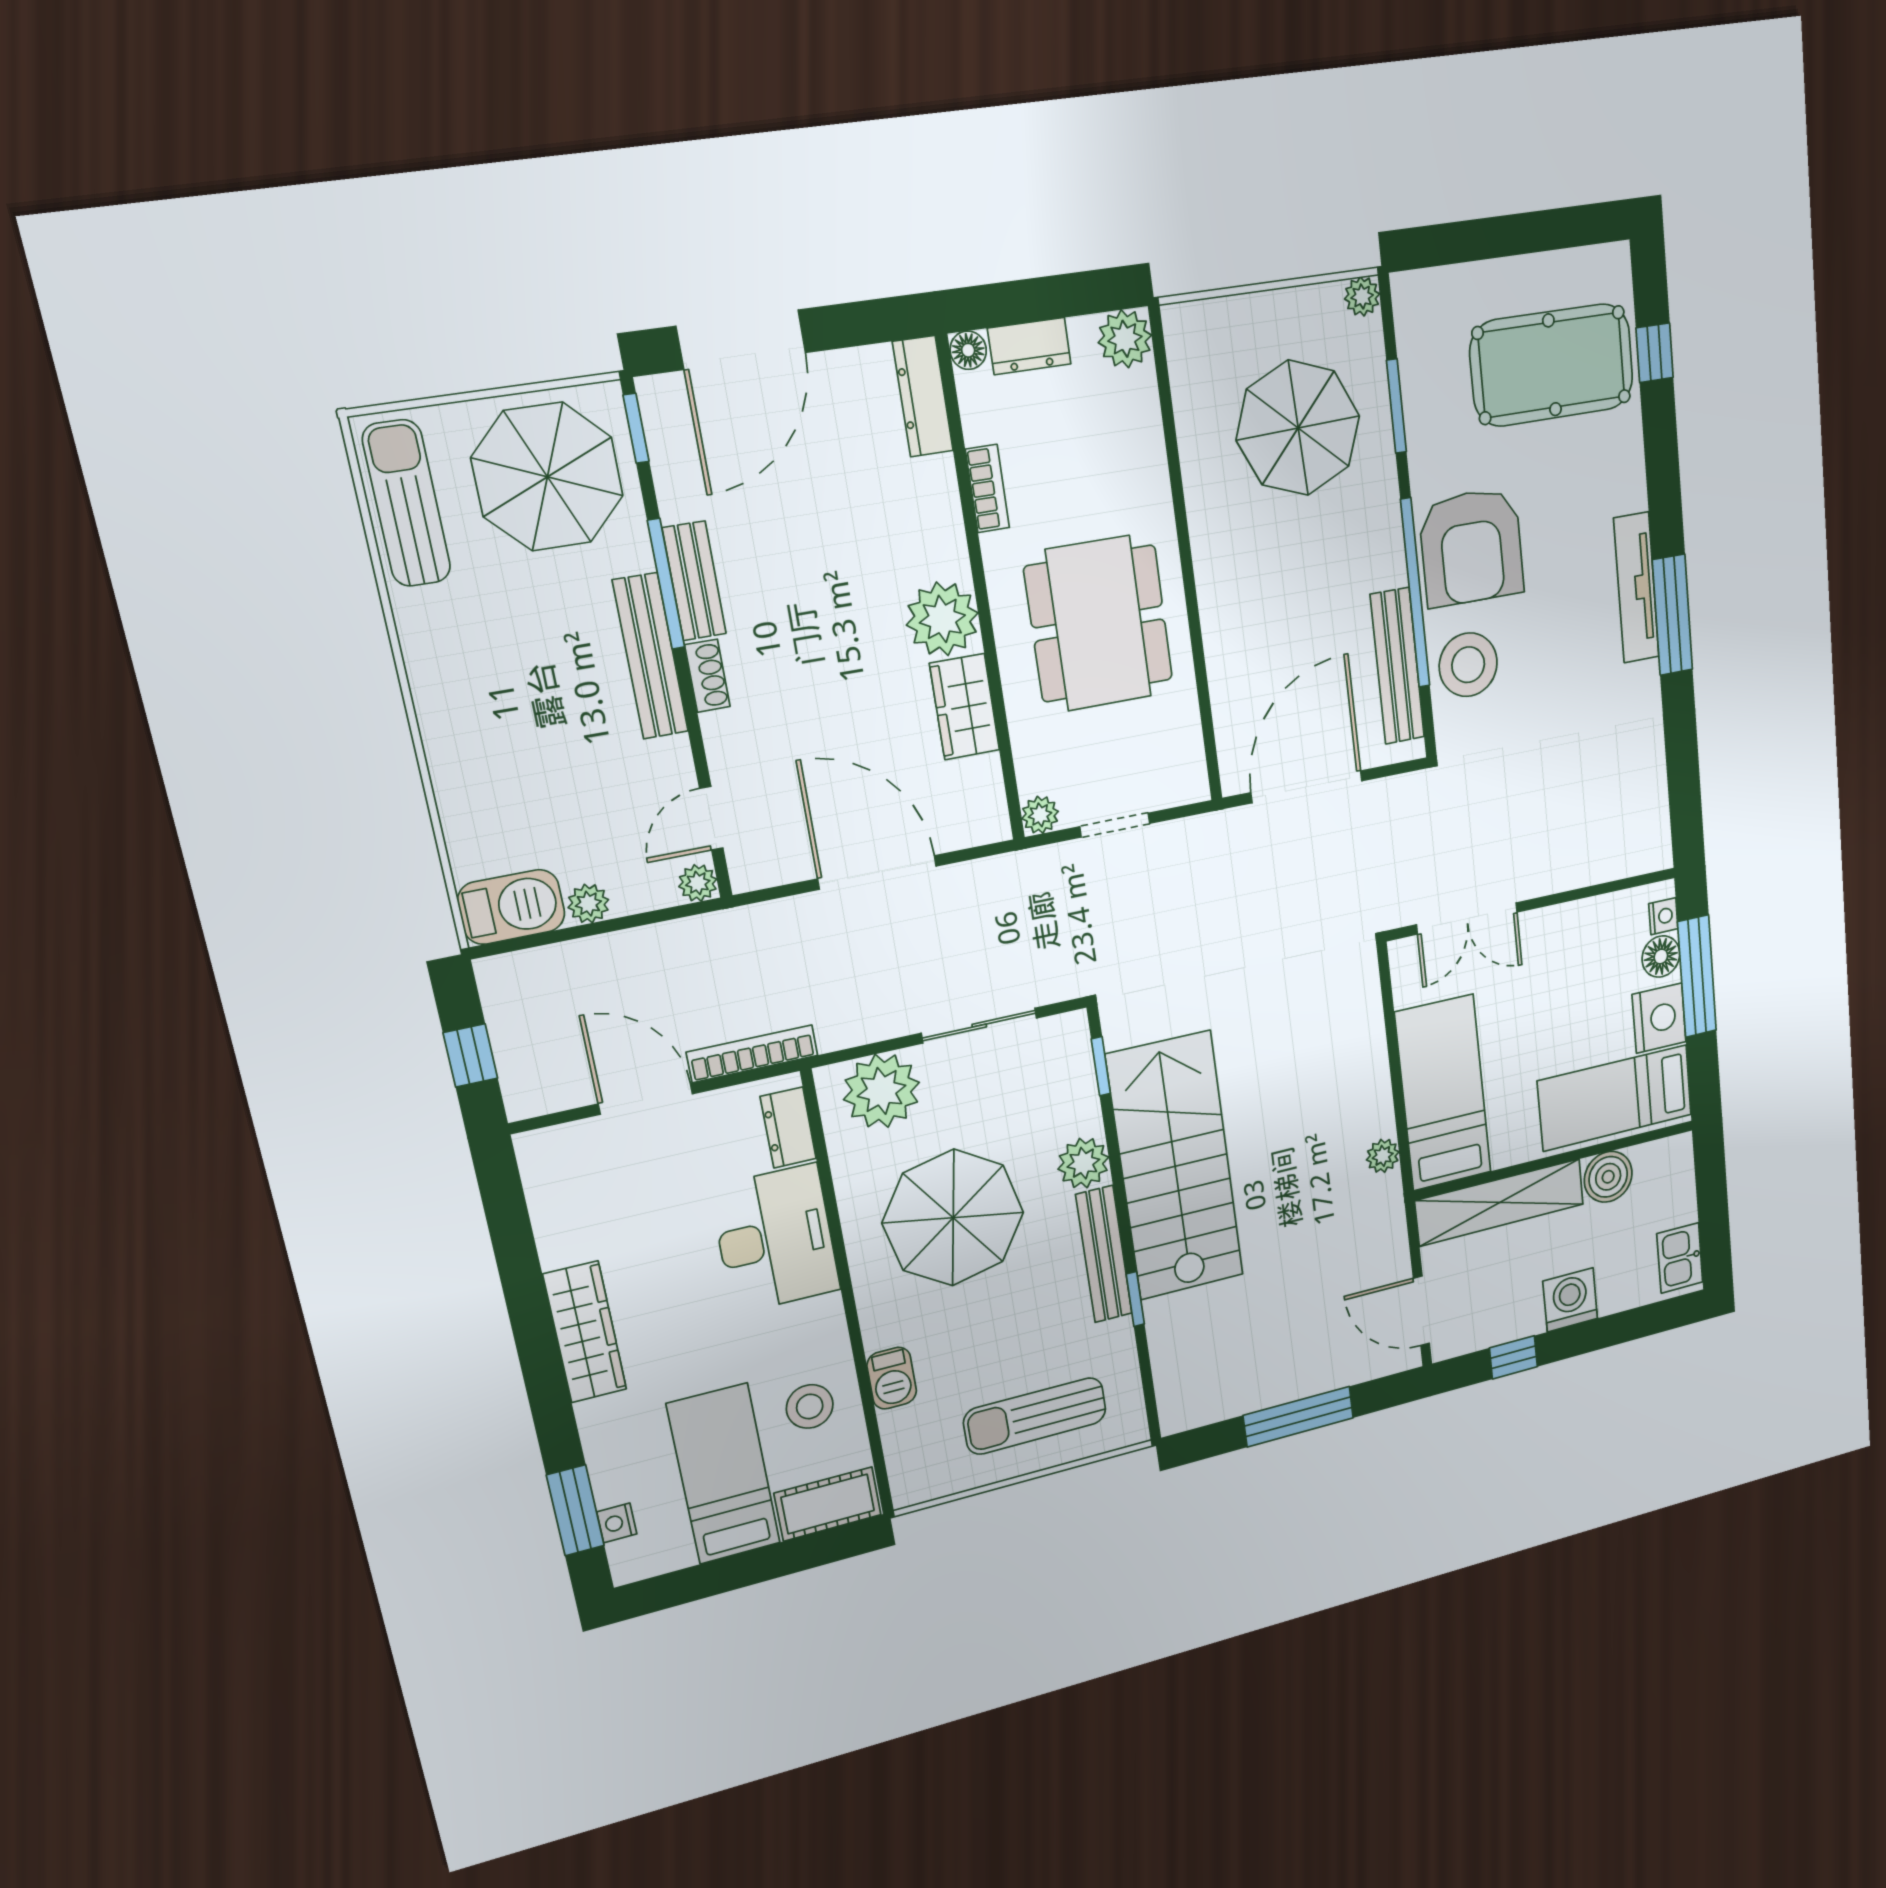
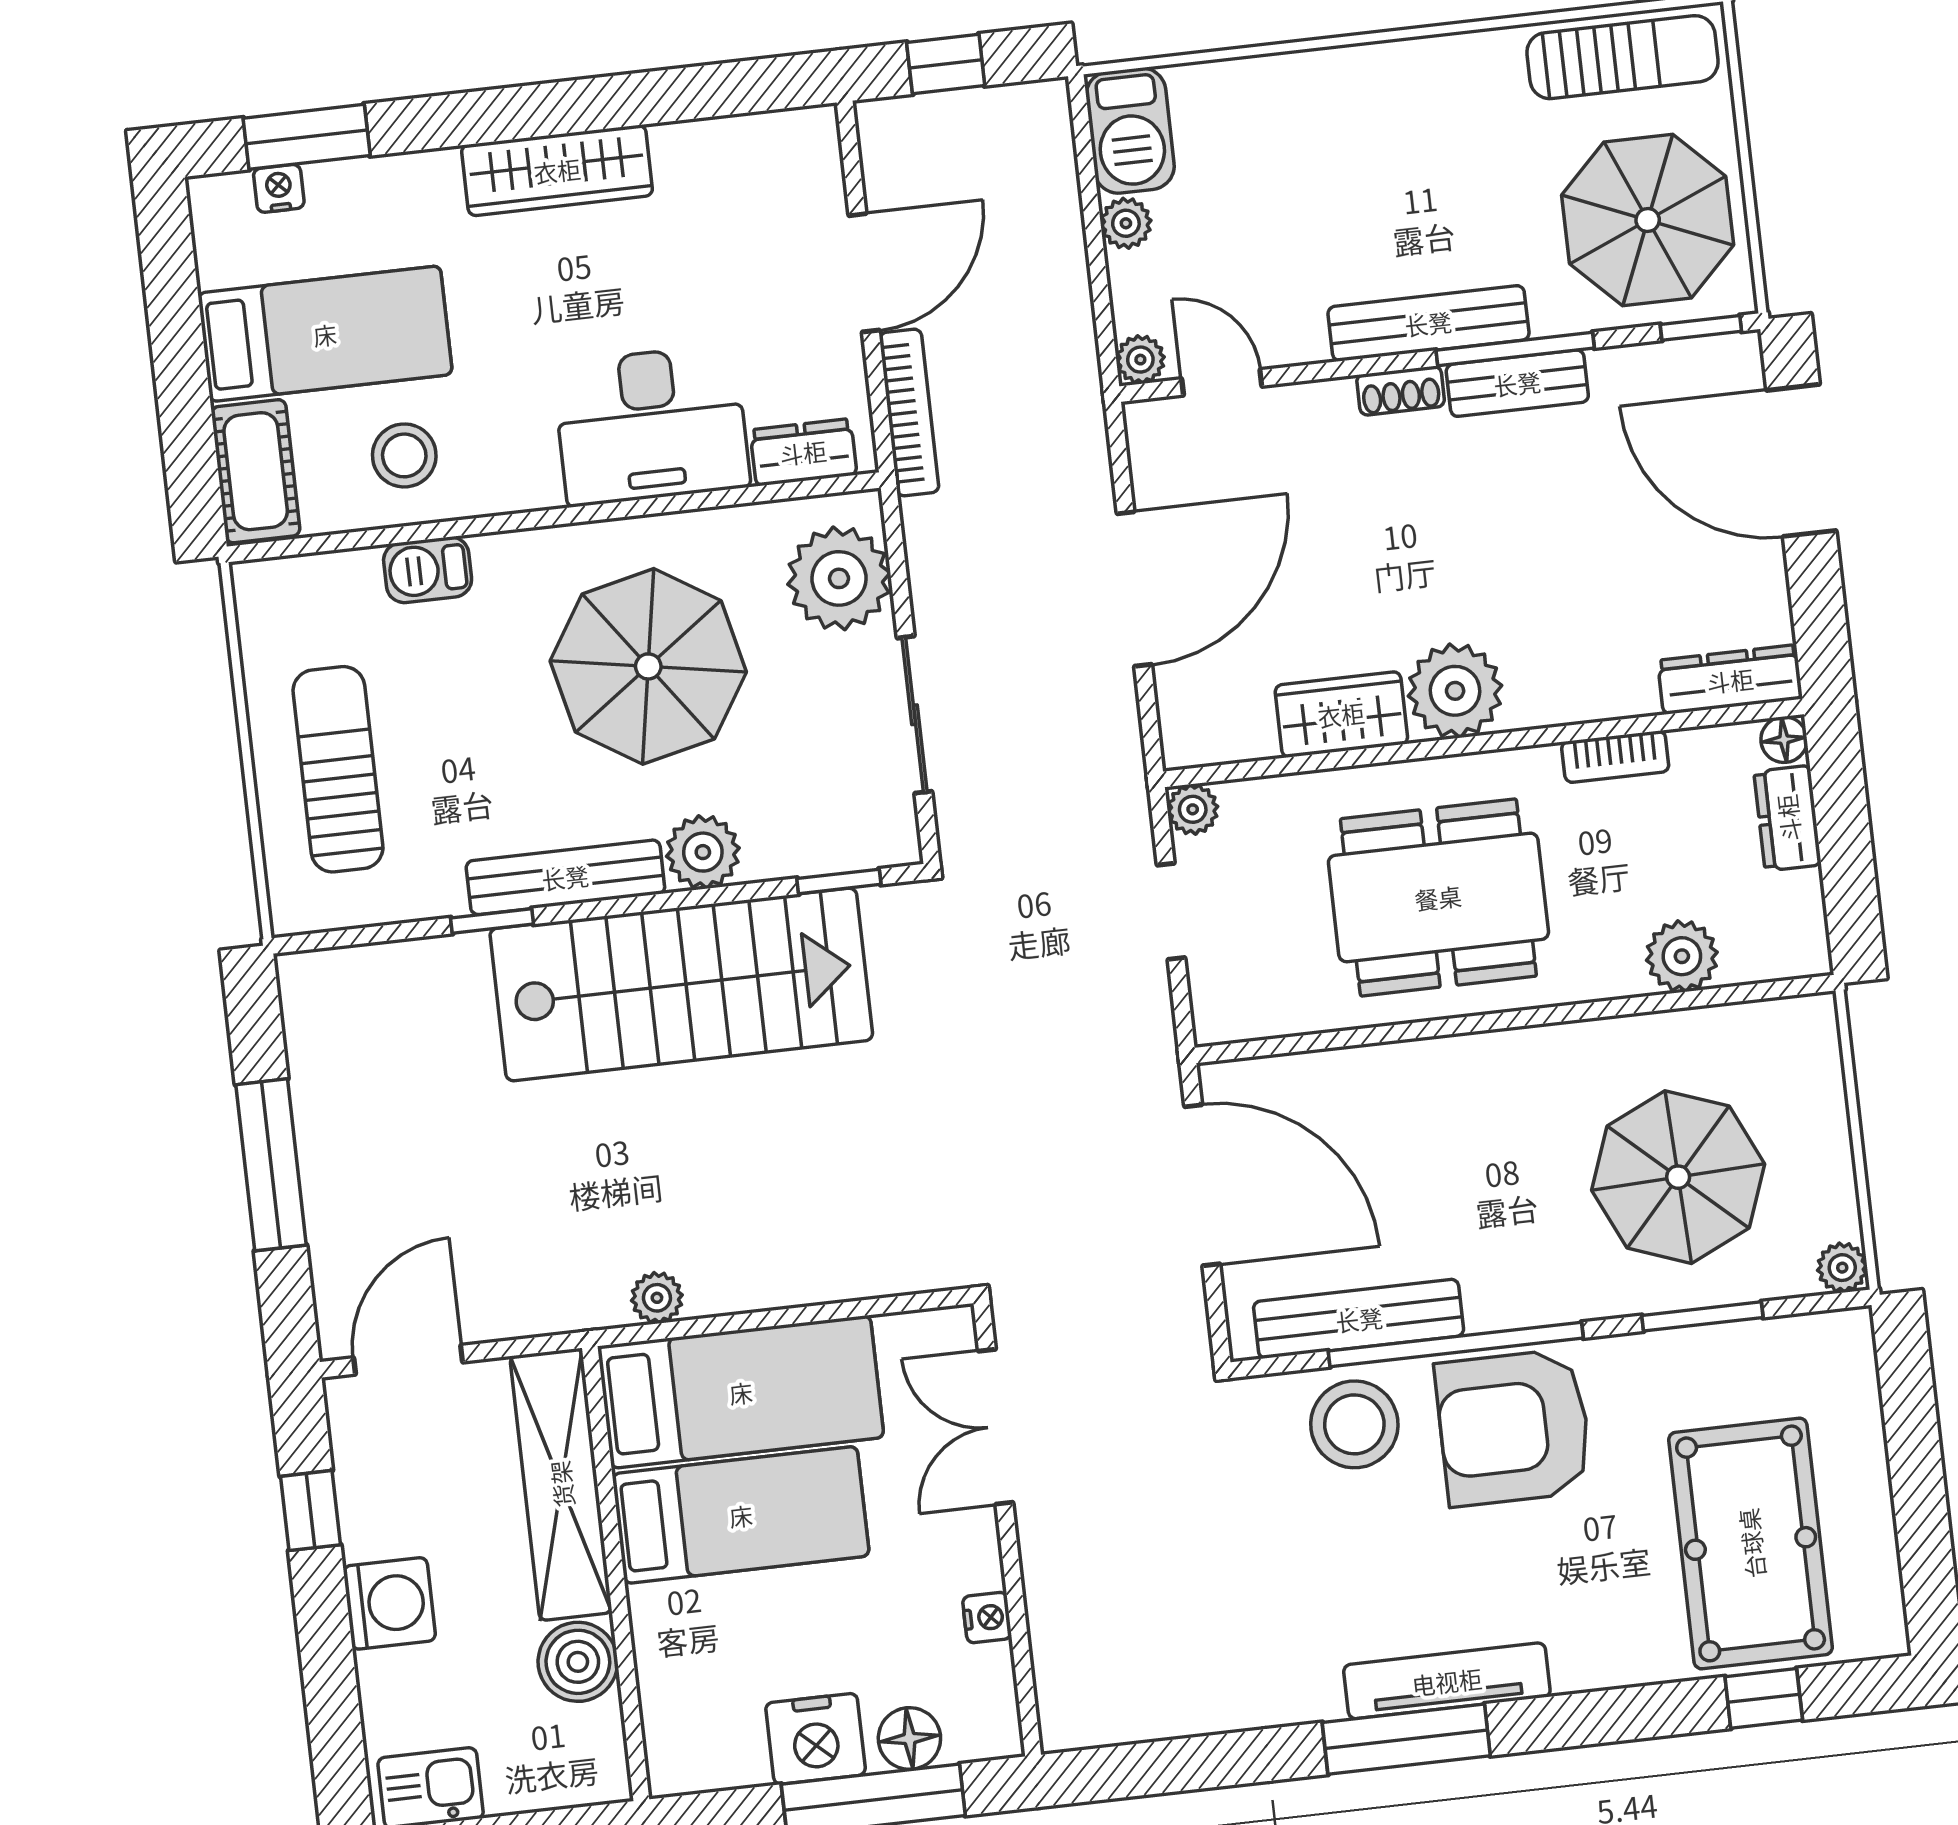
plant: (1125, 339) -> (1682, 956), moved
nightstand: (1663, 916) -> (987, 1618), moved, turned -90
bed: (1615, 1098) -> (741, 1515), moved, turned 90

